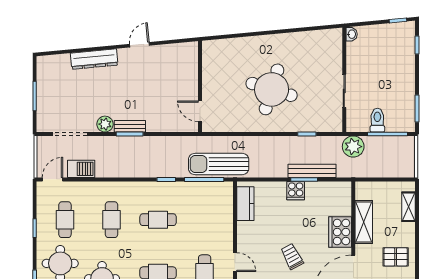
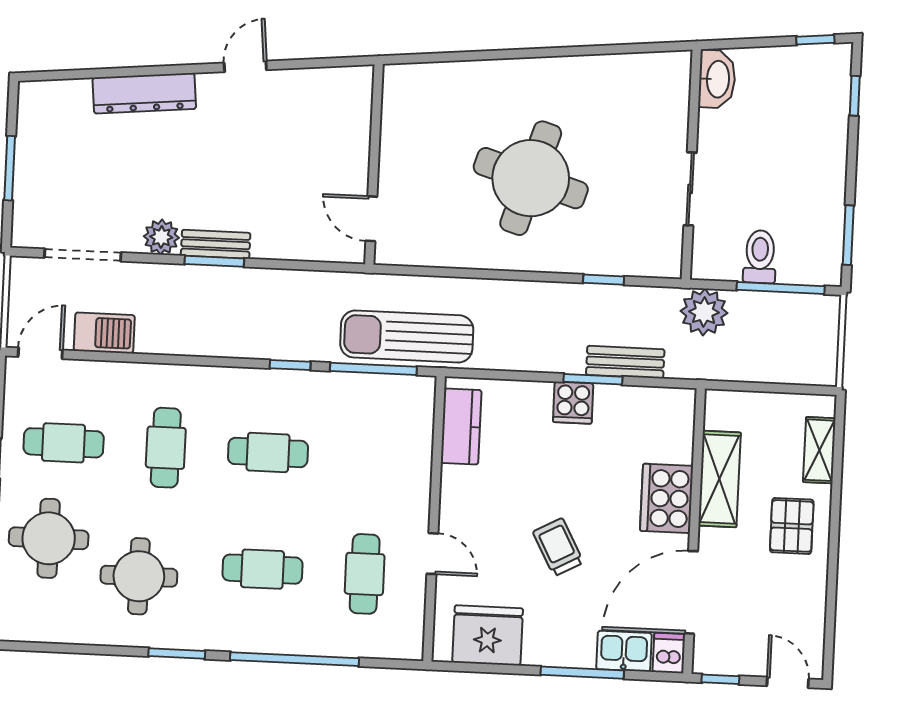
washbasin: (352, 34) -> (717, 79), width x1.91, depth x1.45
bench: (312, 171) -> (625, 362), width x0.73
cafe table: (65, 220) -> (64, 443), turned 90
pallet: (396, 257) -> (792, 526), moved, turned 90

